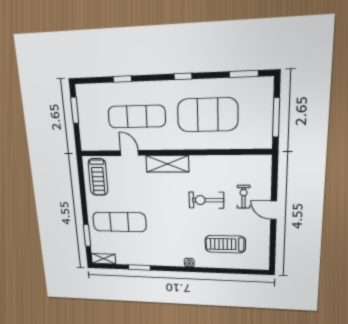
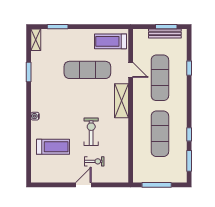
window: (183, 76) -> (189, 134), moved
bench: (83, 112) -> (165, 33), added
exercise mat: (208, 115) -> (160, 134), width x0.68
door: (129, 153) -> (131, 70), hinge flipped
exercise mat: (119, 222) -> (87, 70), moved, turned 90
treadmill: (225, 244) -> (53, 147), turned 90

